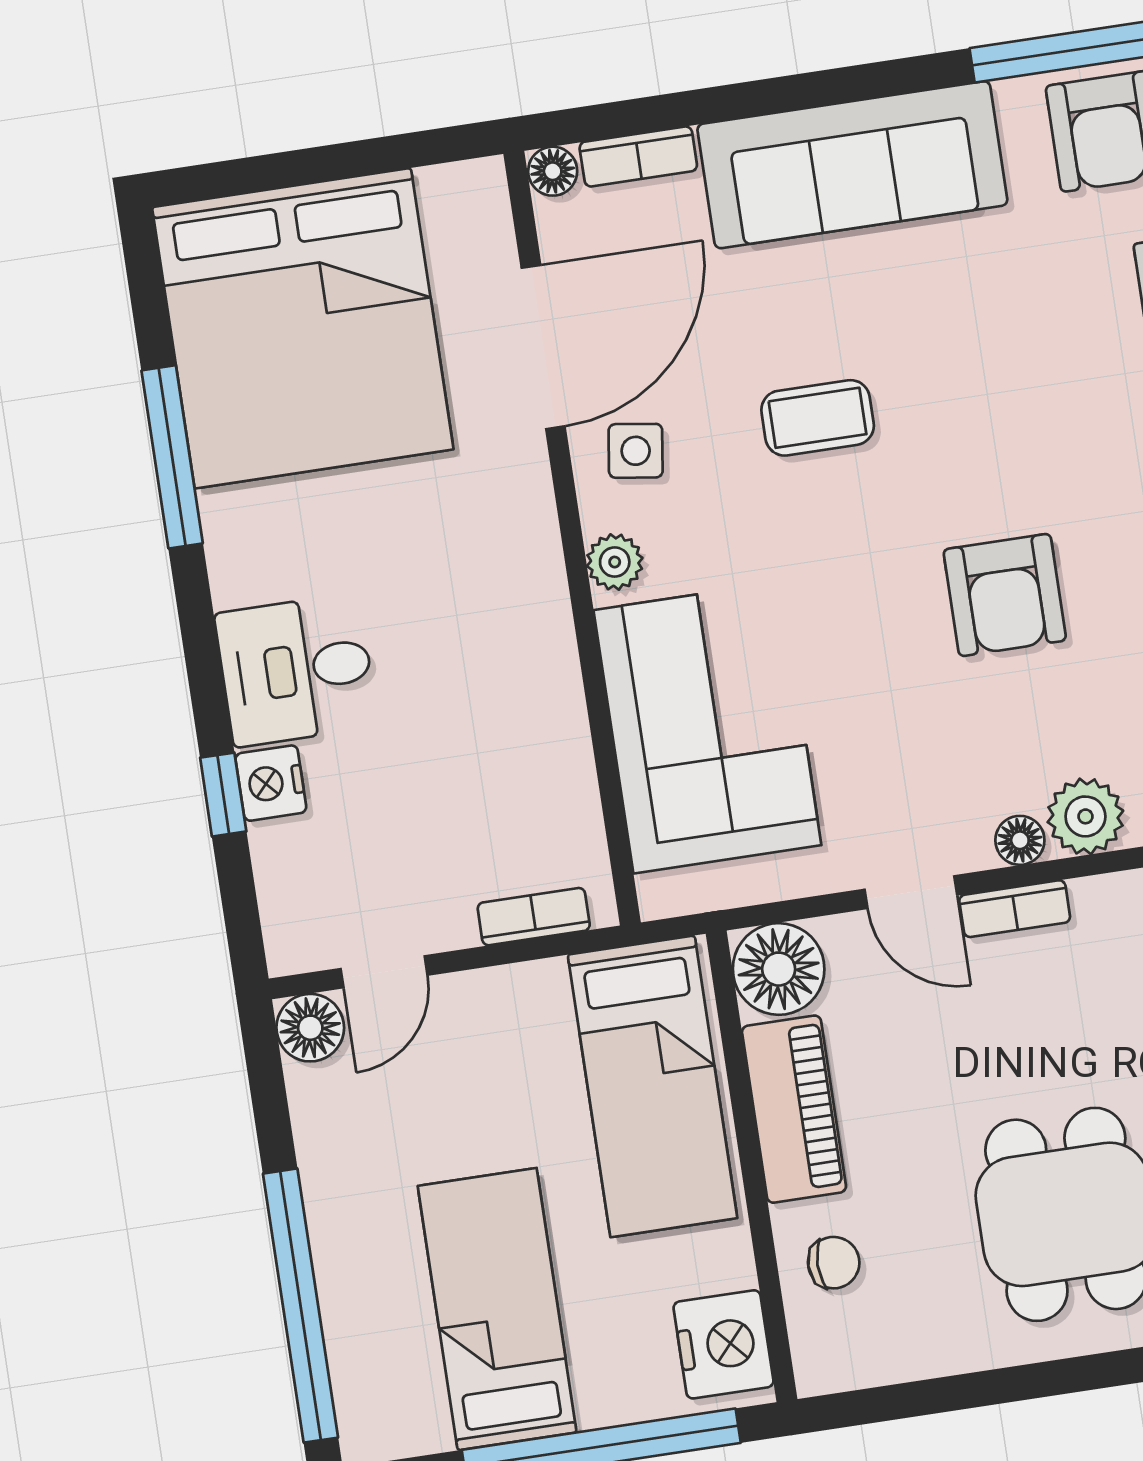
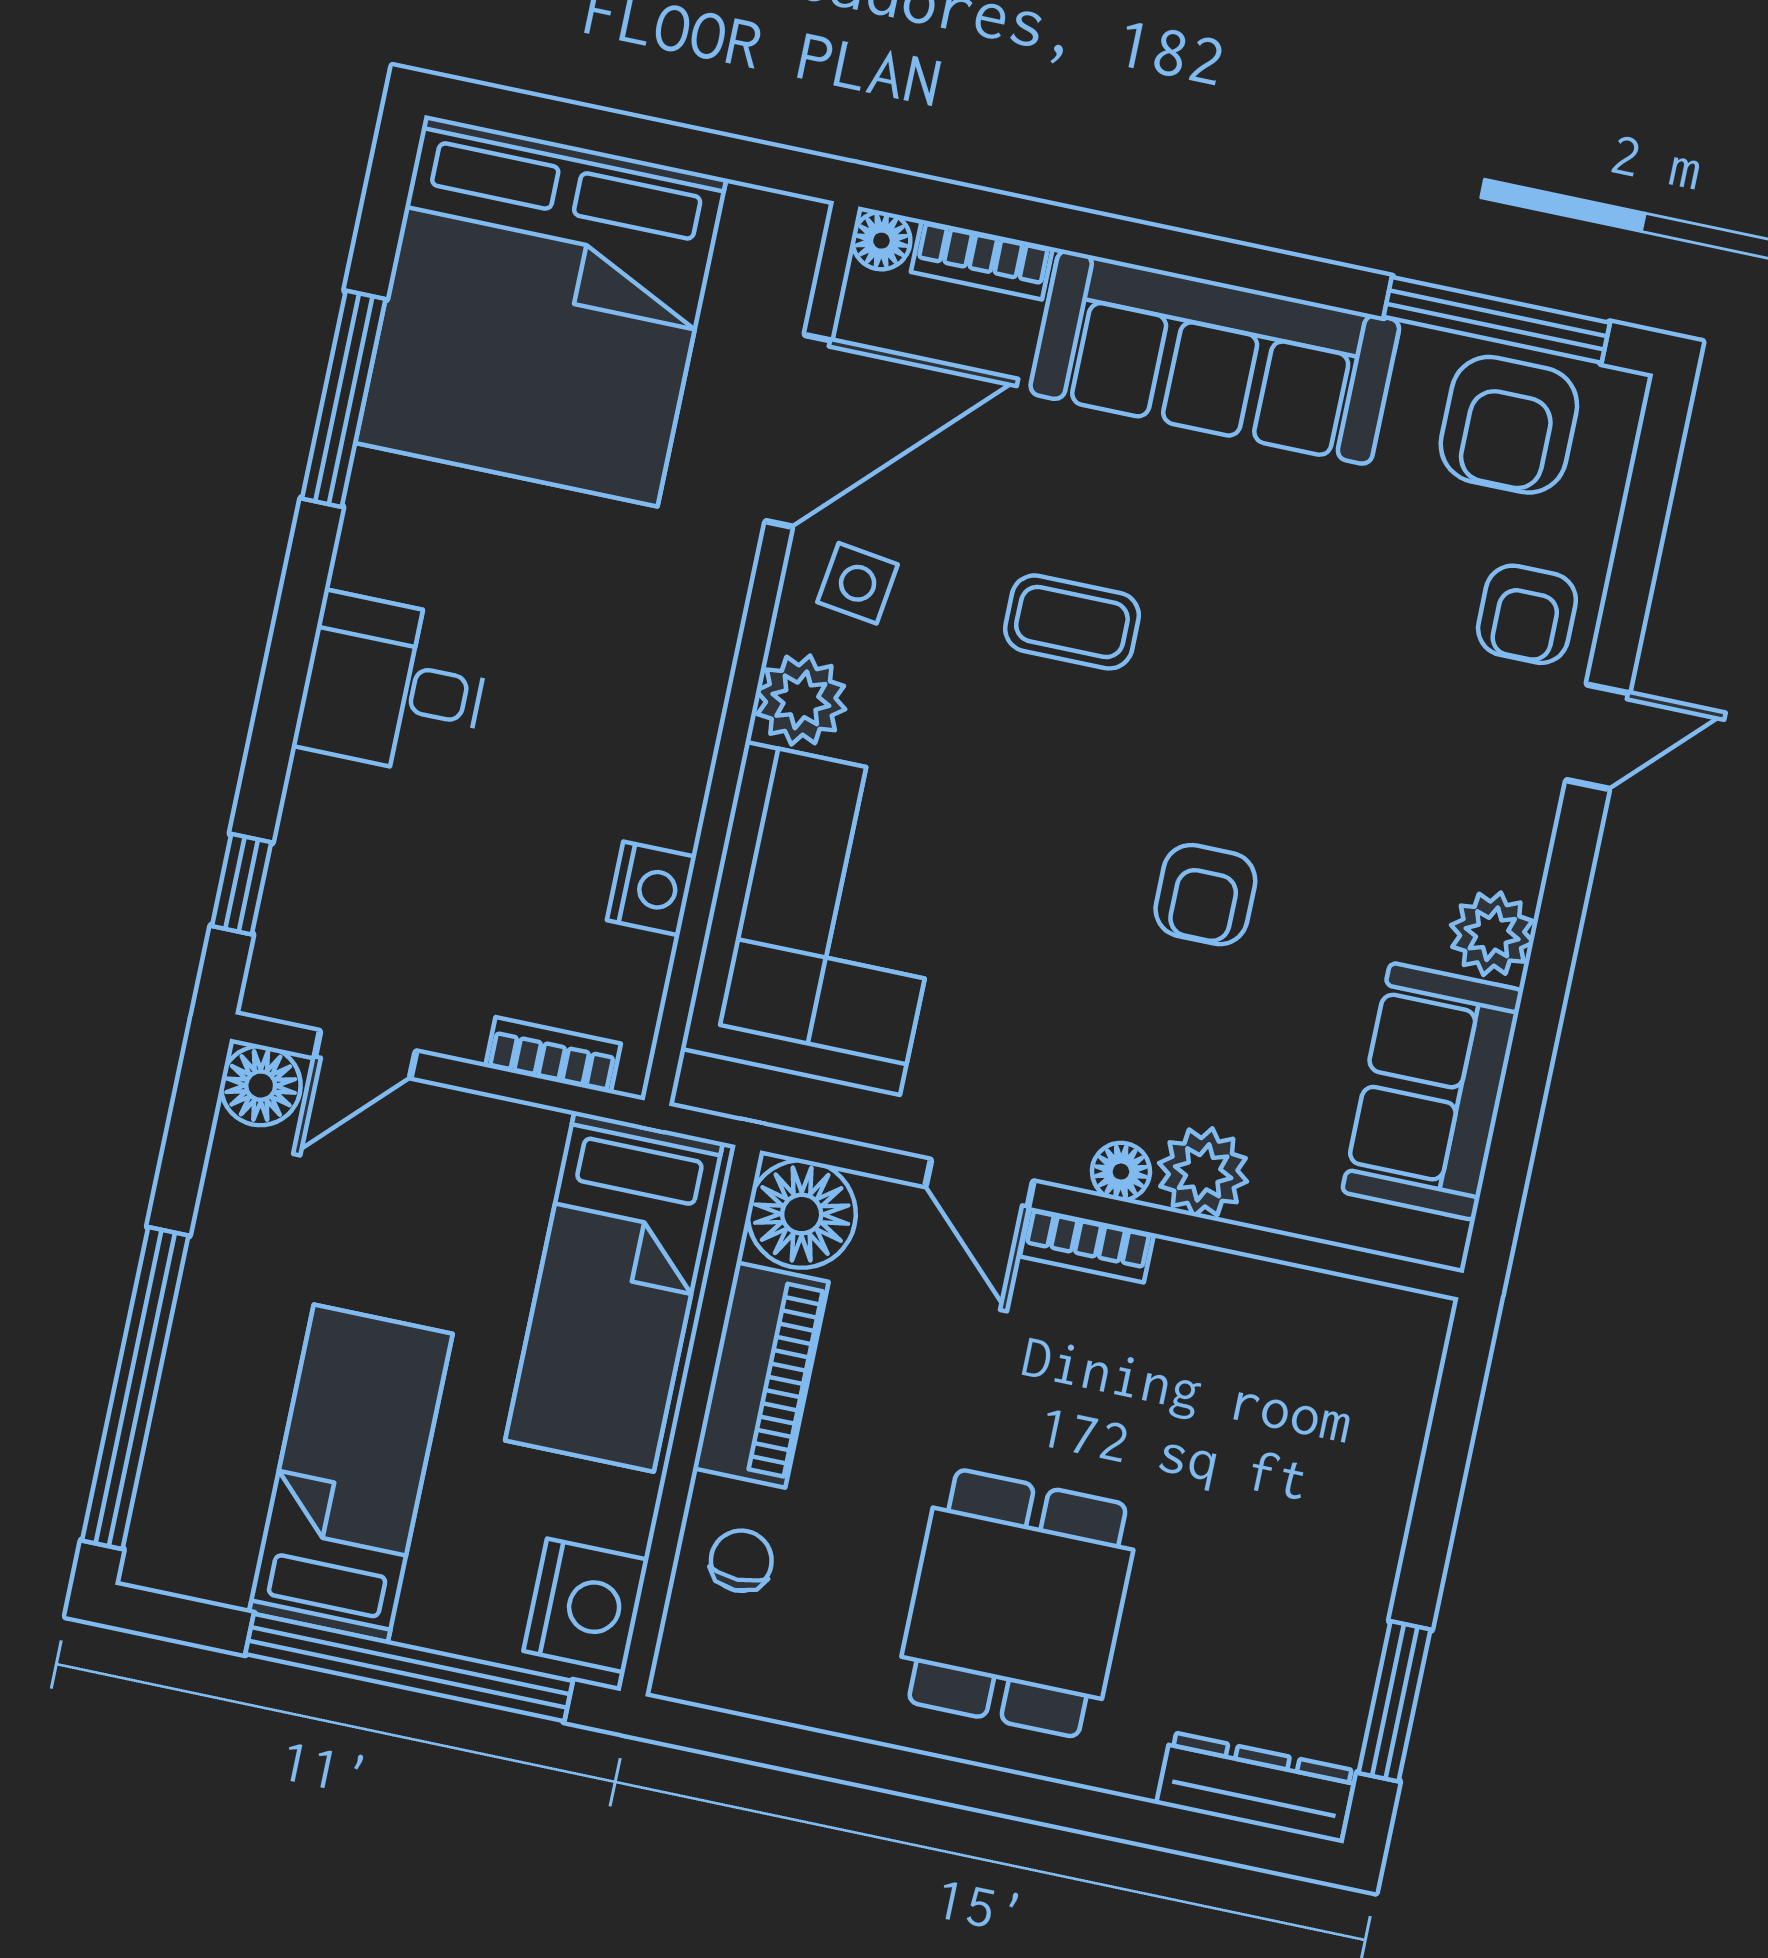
plant: (615, 562) -> (801, 700), width x1.38, depth x1.38
armchair: (1005, 595) -> (1205, 895), width x0.72, depth x0.72
nightstand: (271, 783) -> (651, 889), moved, turned 180
window: (223, 795) -> (242, 884), moved
chair: (834, 1263) -> (741, 1561), turned -90

